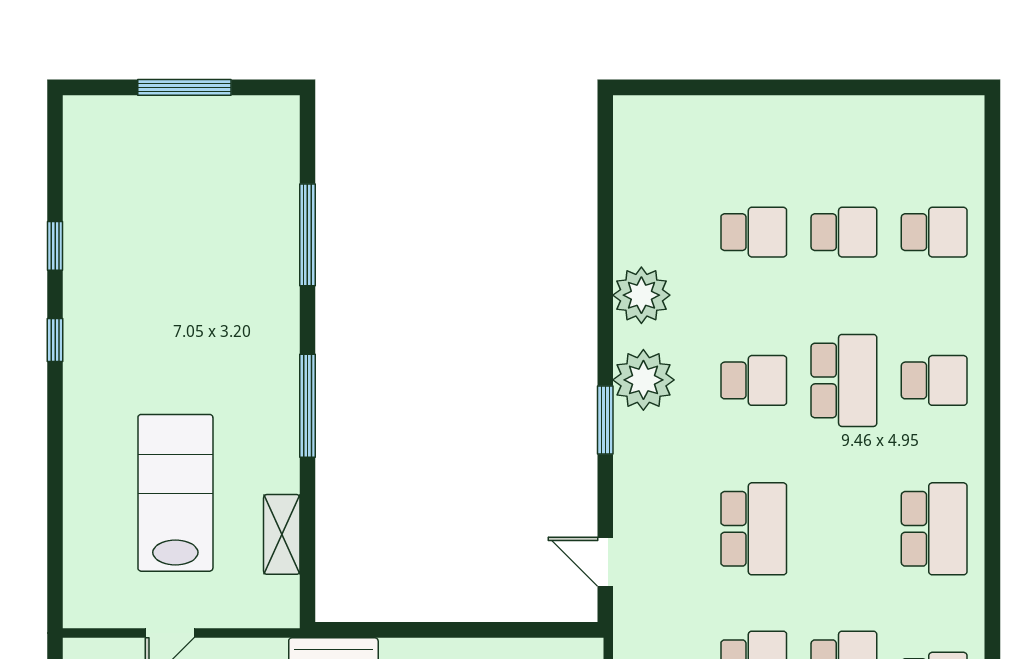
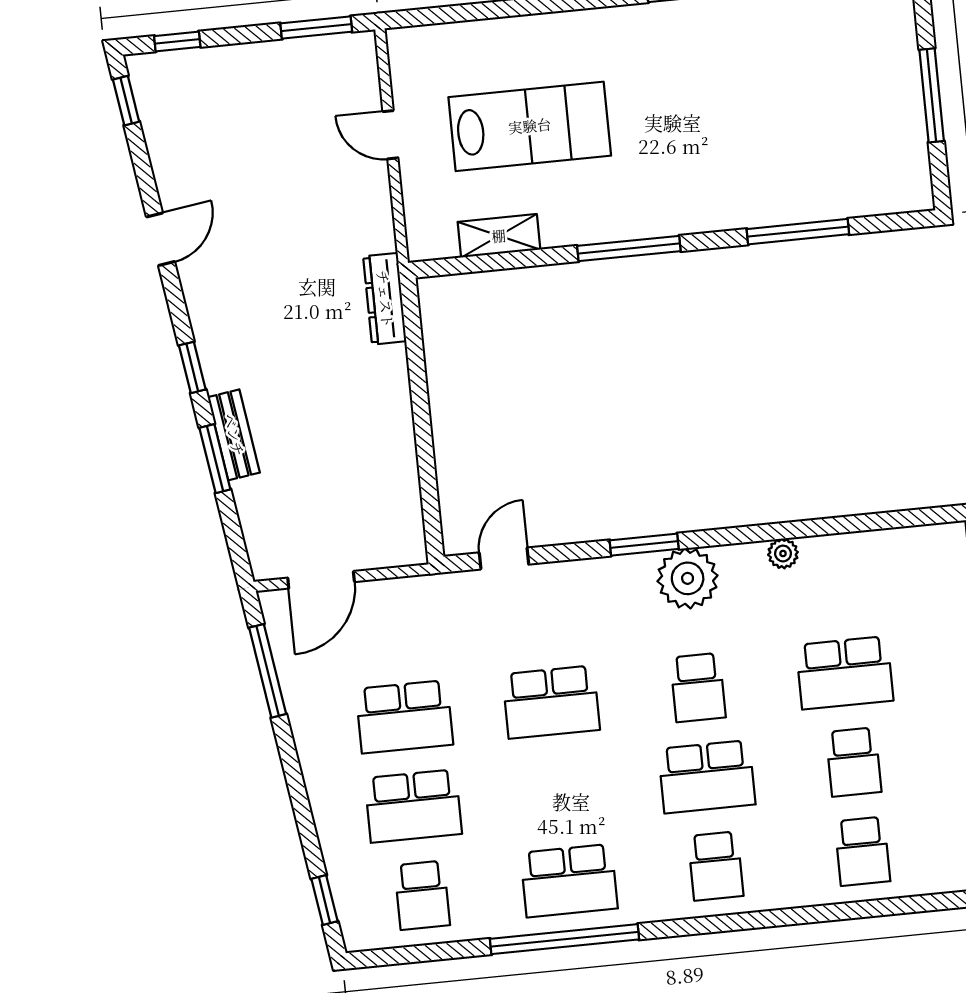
school desk: (754, 232) -> (845, 673), width x1.85
plant: (641, 295) -> (783, 553), width x0.53, depth x0.53
window: (992, 539) -> (565, 939), added

